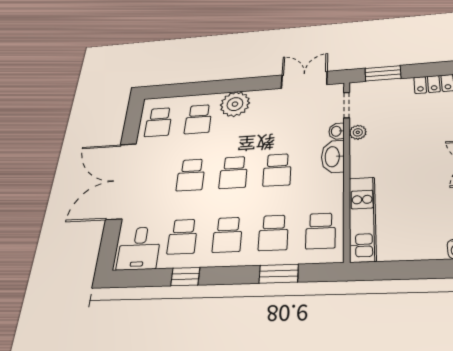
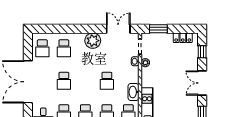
plant: (235, 104) -> (93, 41), moved
washbasin: (333, 157) -> (133, 92), moved
school desk: (233, 172) -> (85, 81), removed

